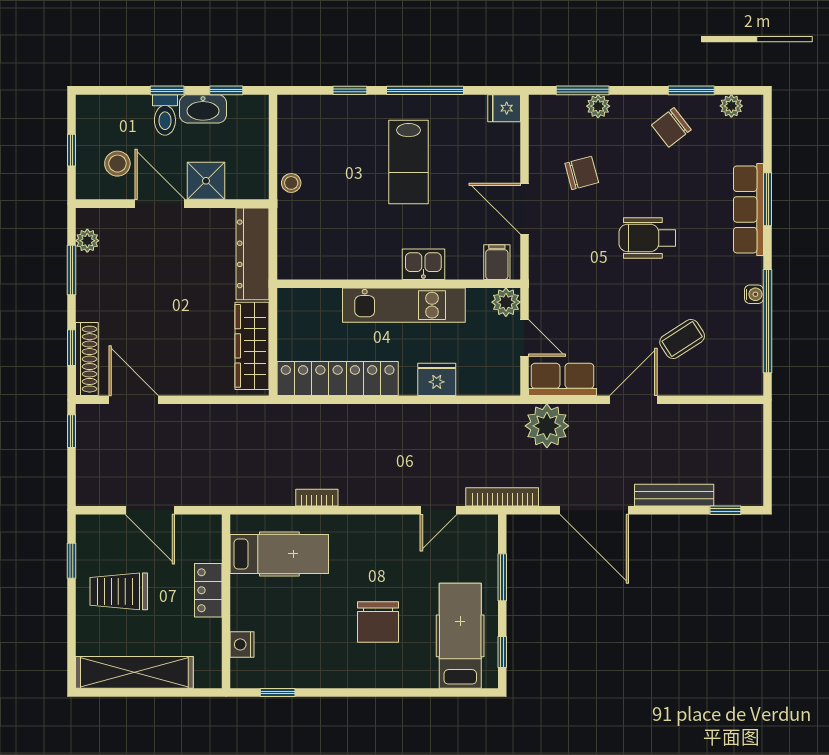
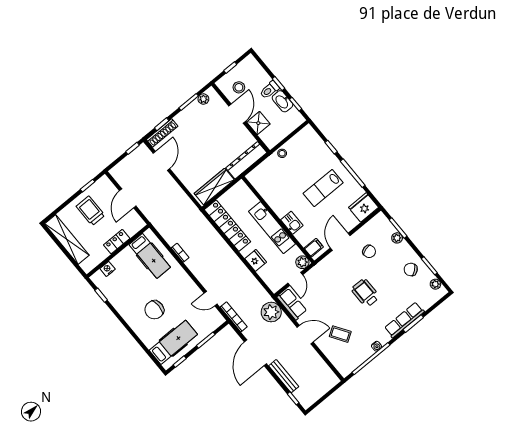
fridge: (504, 108) -> (364, 207), width x1.88, depth x1.34

